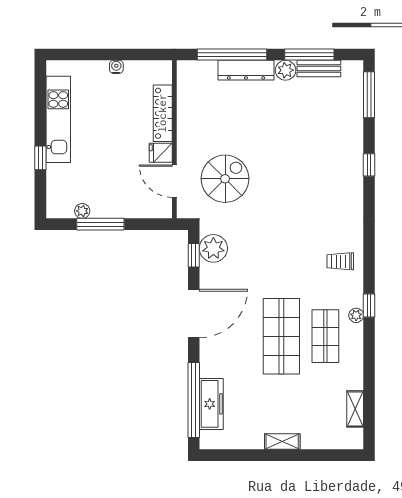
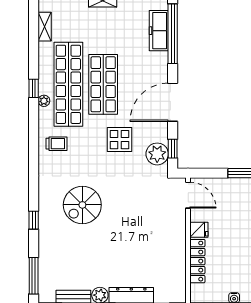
spiral stairs: (225, 179) -> (82, 205), moved
door: (174, 181) -> (188, 195), moved
display table: (261, 267) -> (119, 140), added
window: (369, 305) -> (34, 88), moved
shop shelf: (325, 336) -> (68, 84), width x2.00, depth x1.36

